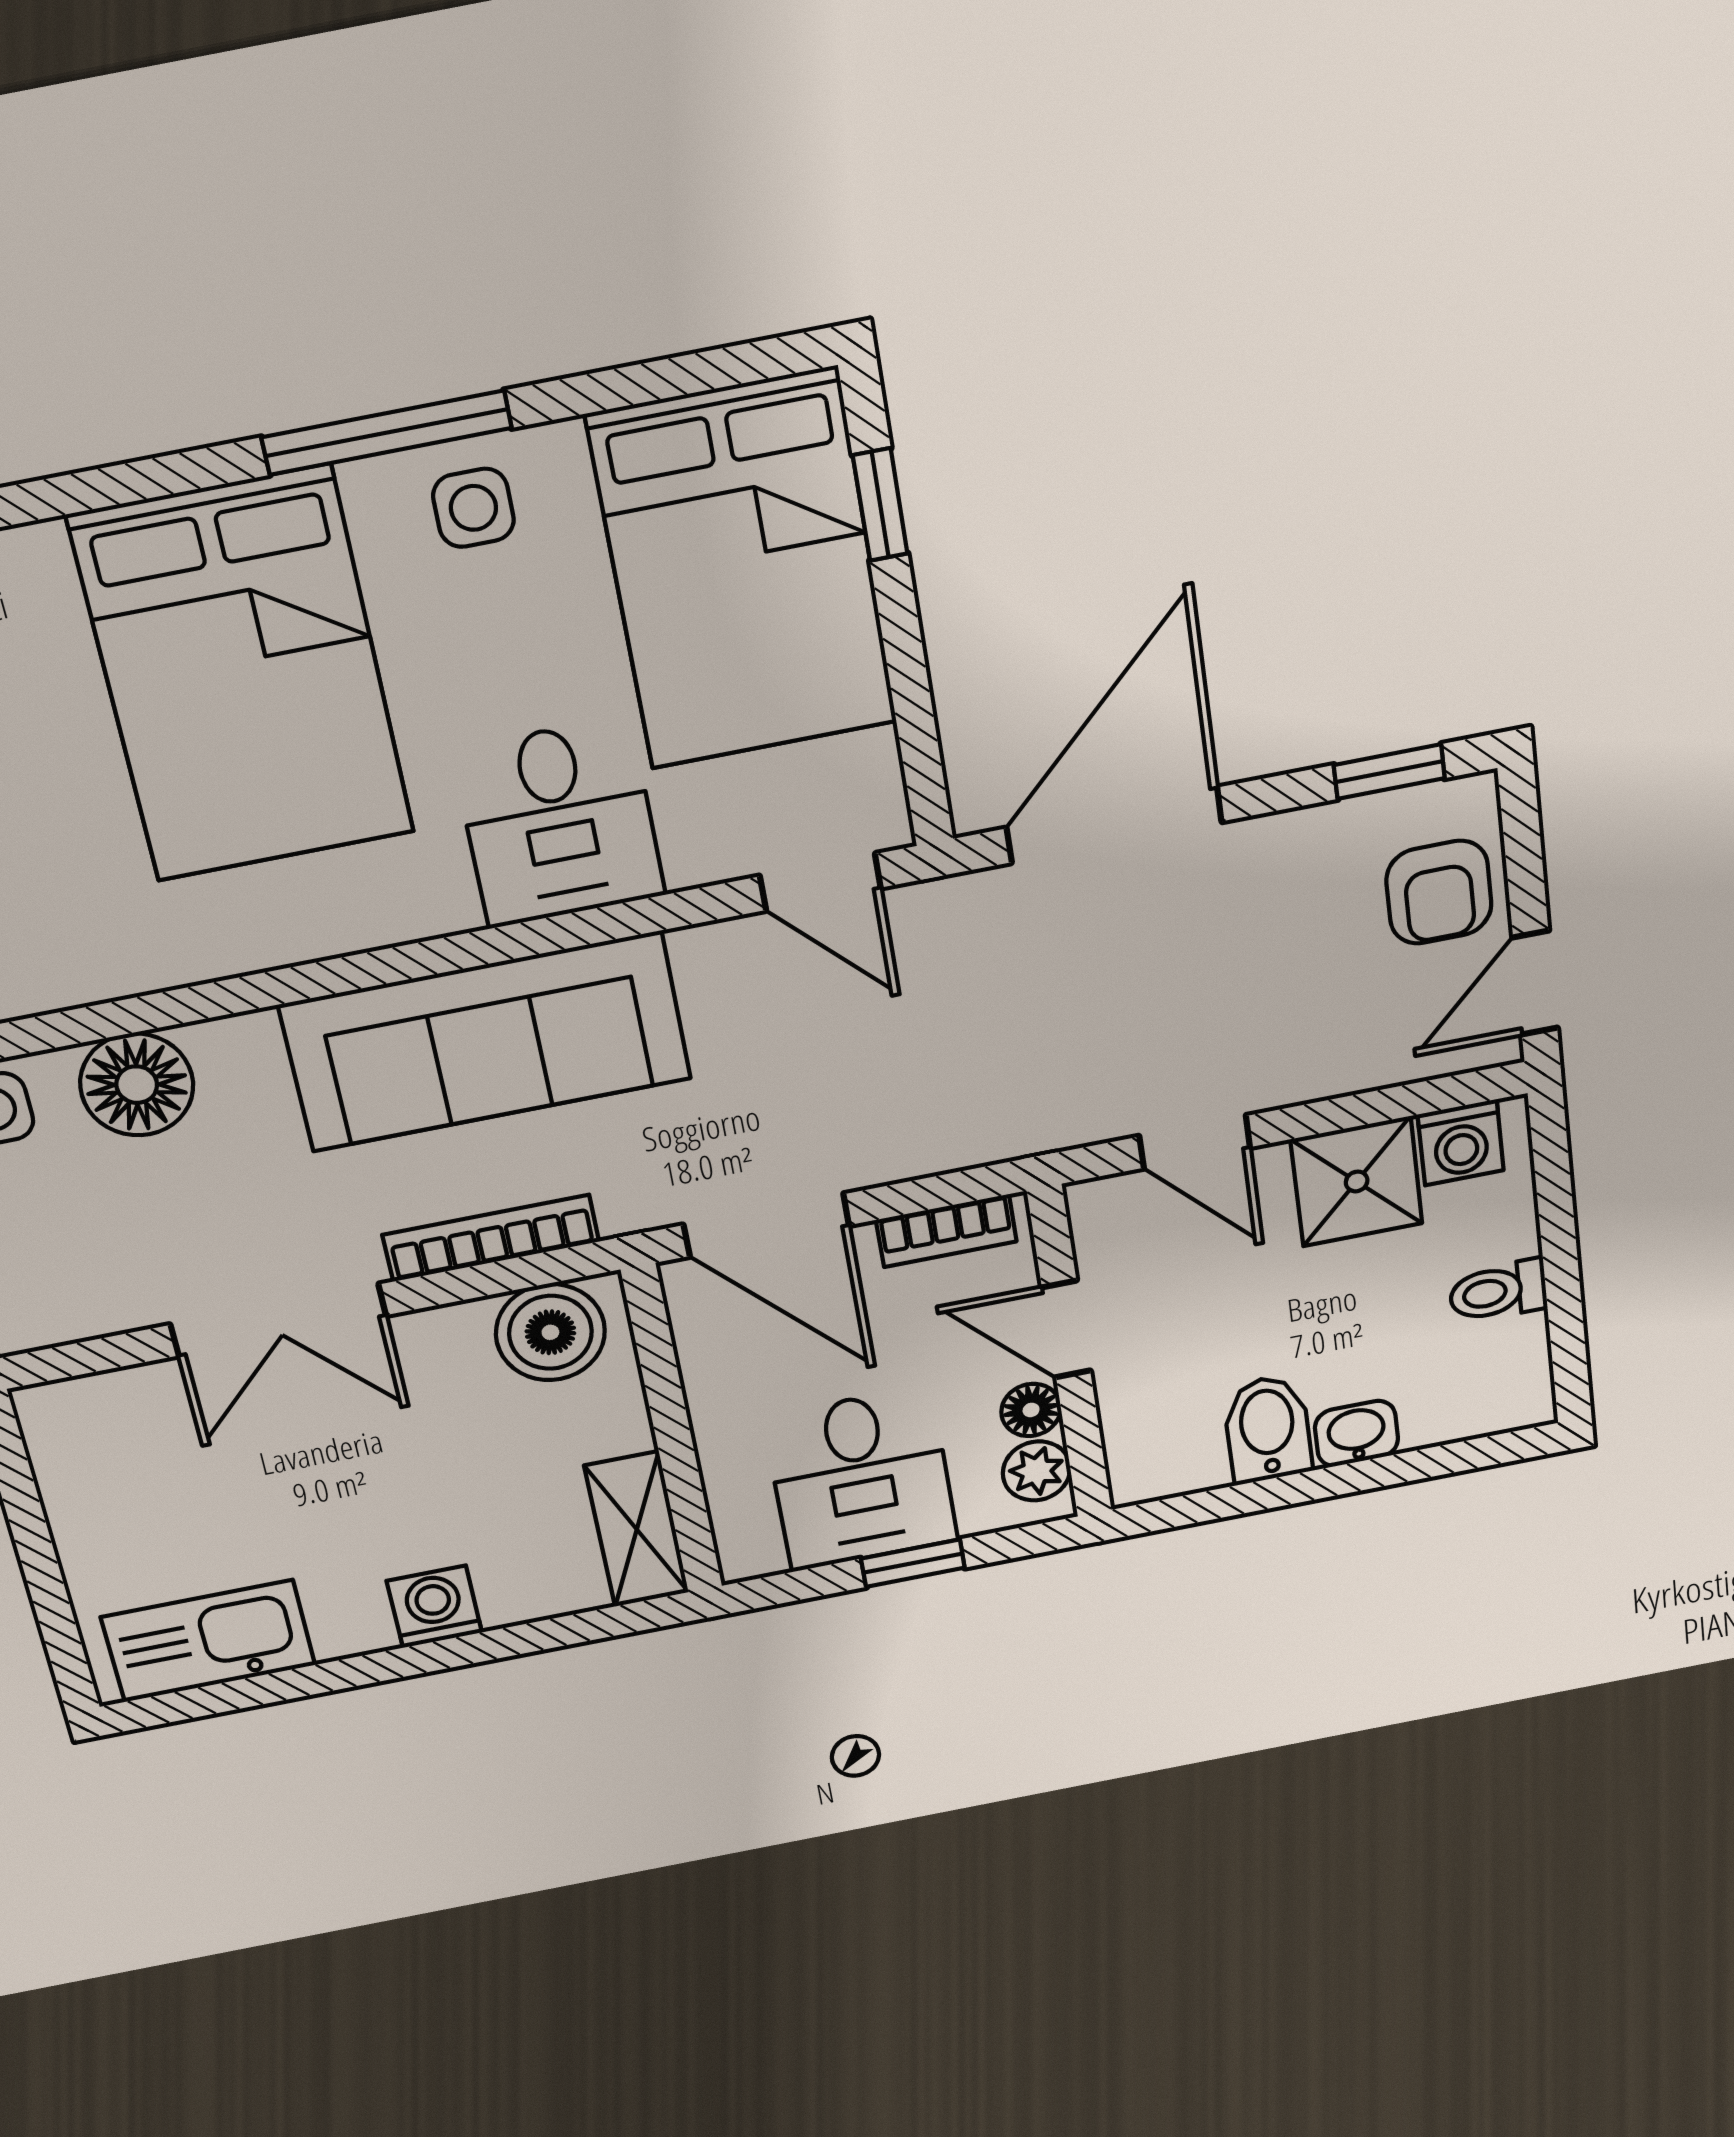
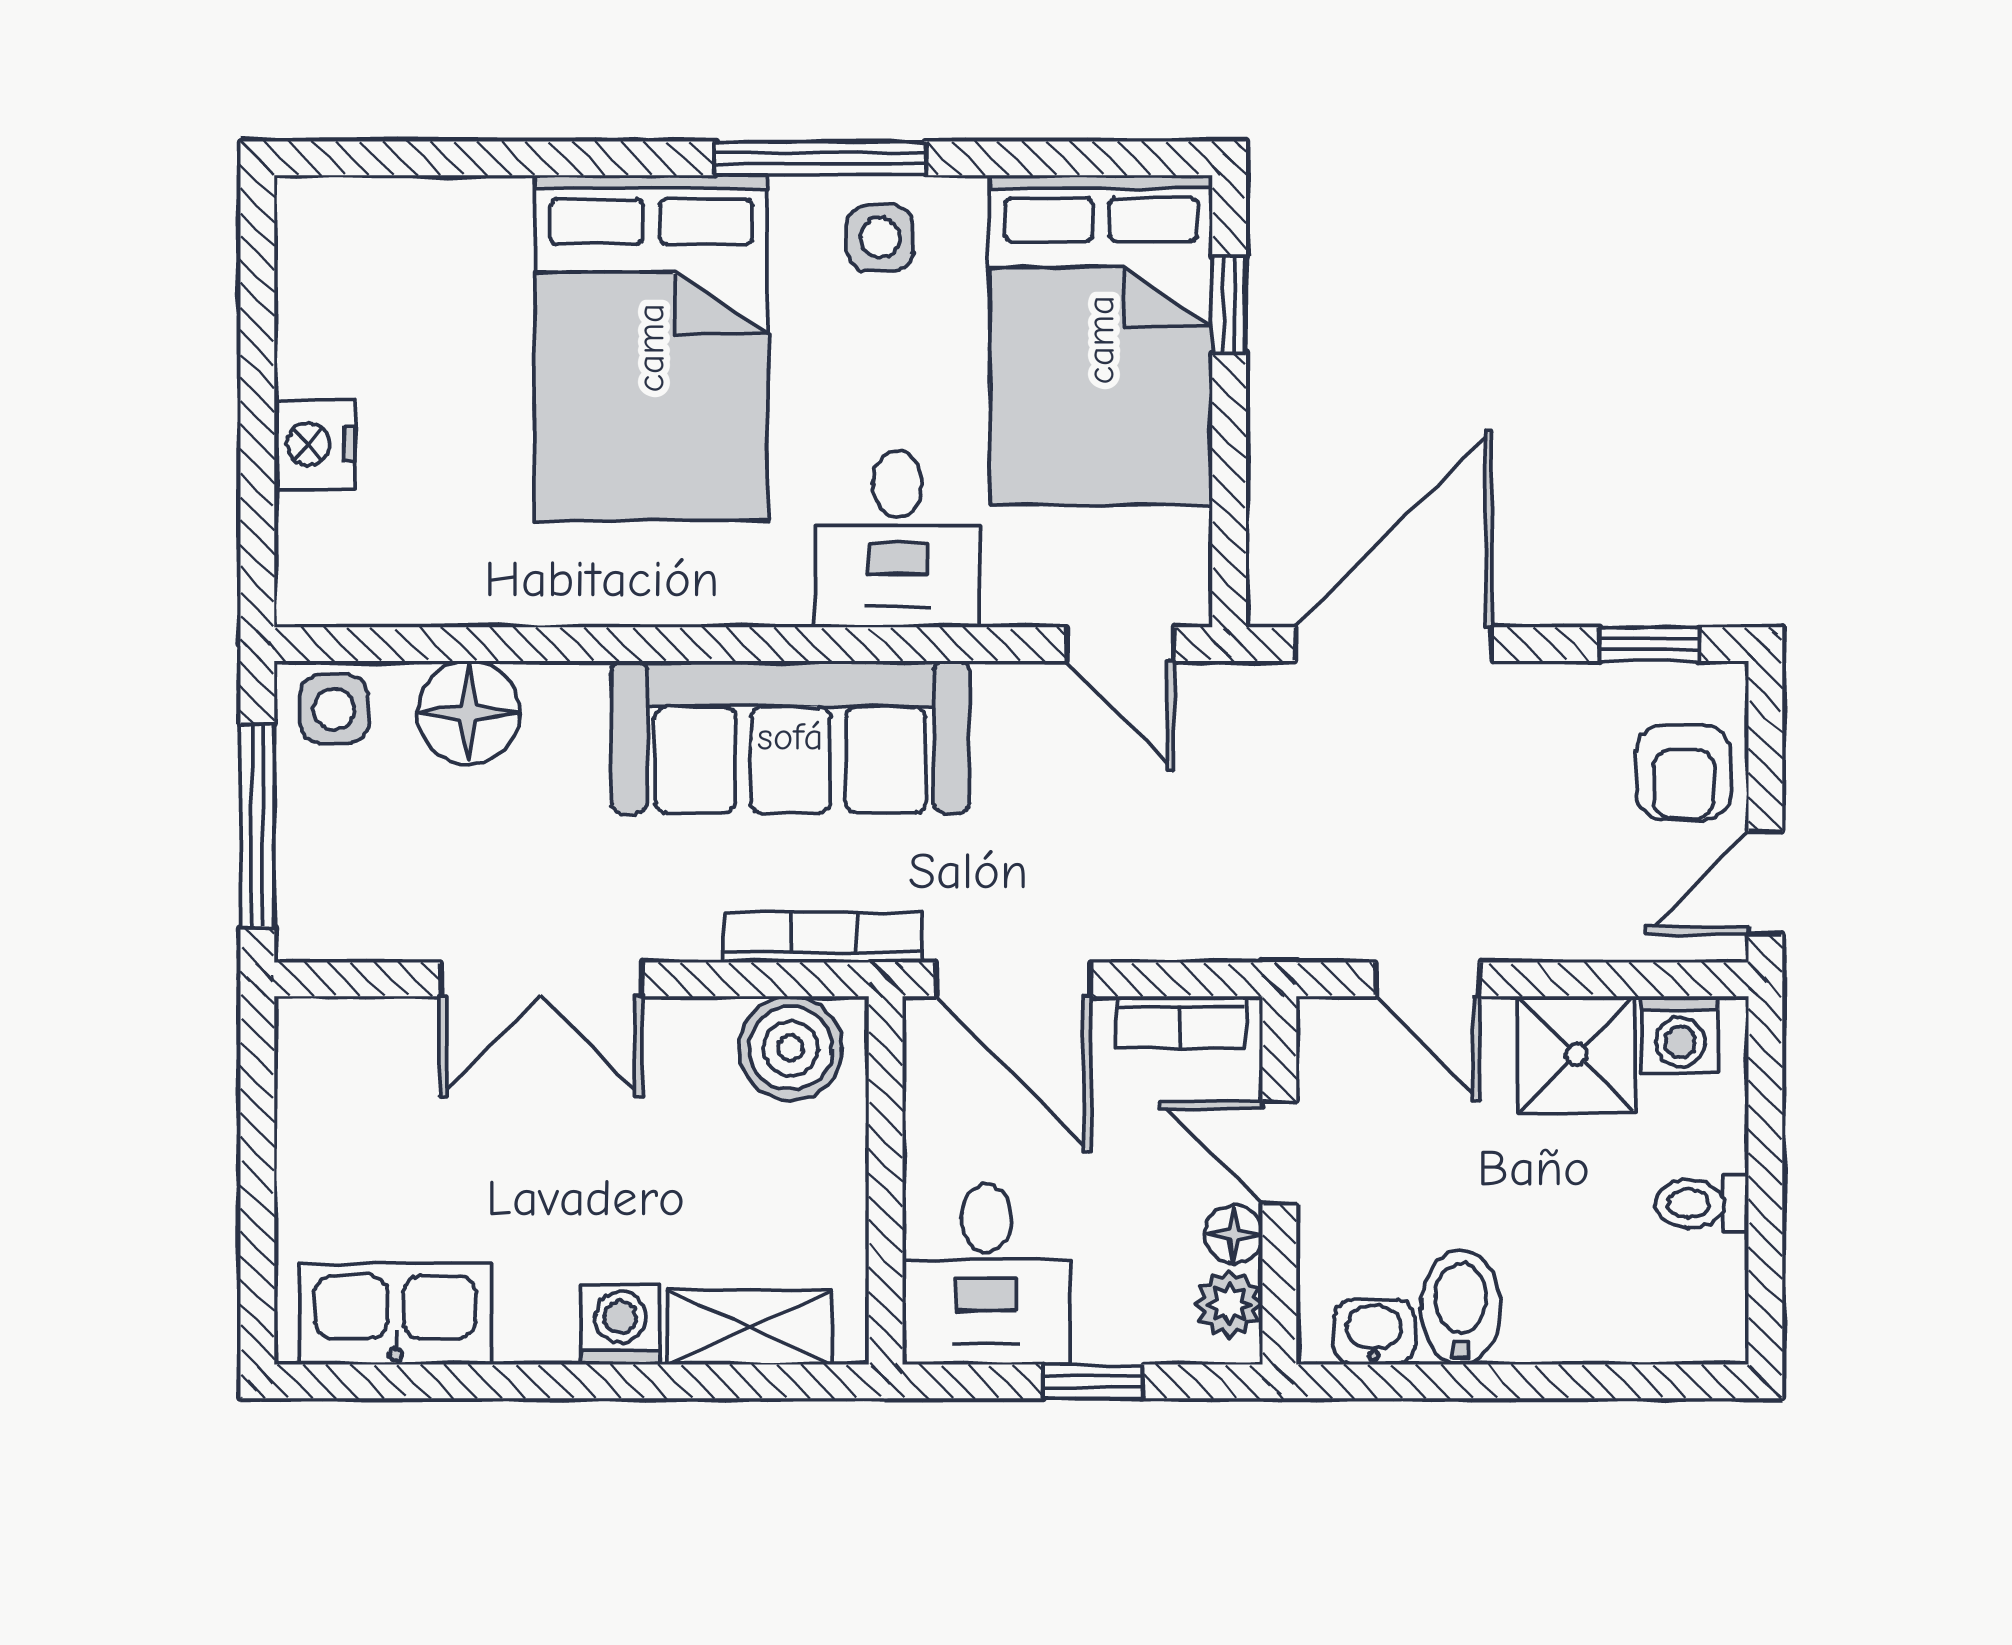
bookcase: (491, 1238) -> (823, 937), moved
washbasin: (1356, 1434) -> (1374, 1332), moved
desk: (861, 1479) -> (986, 1274), moved
shelving: (637, 1529) -> (749, 1328), moved, turned 90

